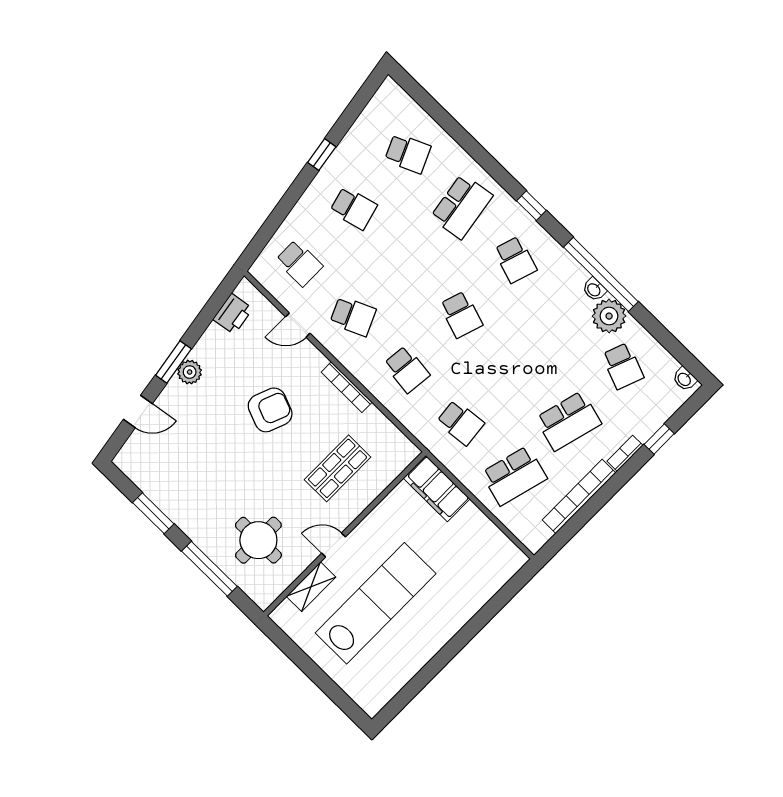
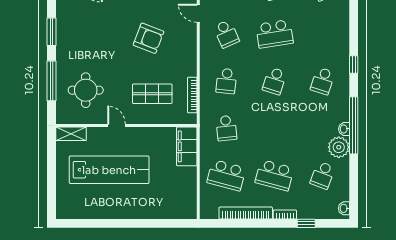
school desk: (462, 207) -> (274, 34), moved
bookcase: (347, 387) -> (192, 95), moved
shelving: (311, 587) -> (71, 134), moved

